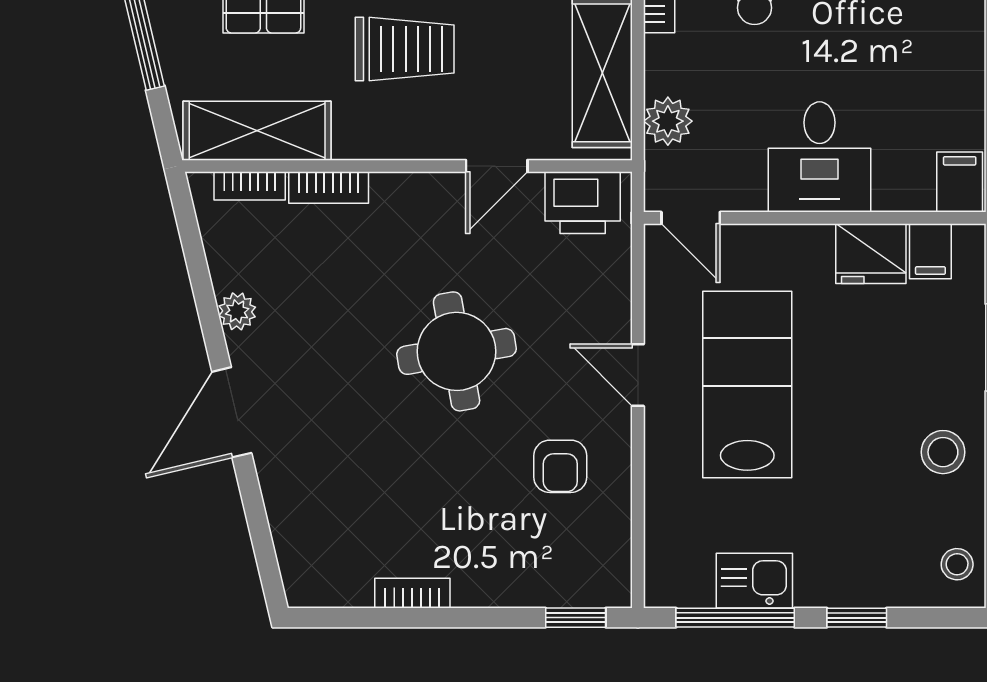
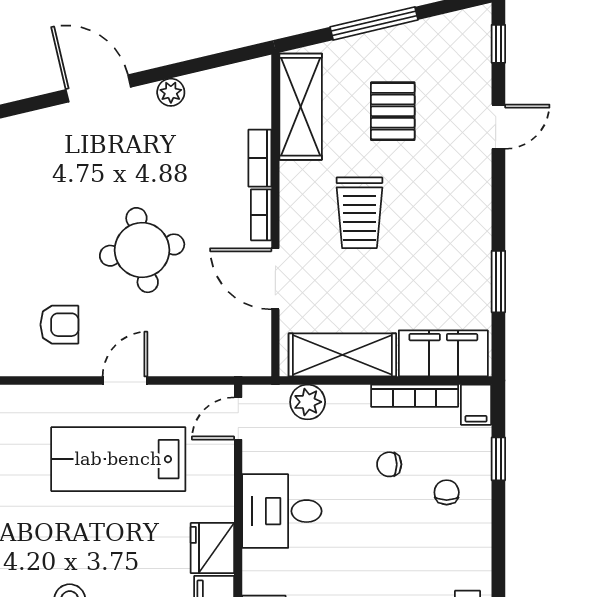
door: (497, 166) -> (275, 279), width x1.38
bookcase: (250, 186) -> (261, 215), moved
printer: (583, 203) -> (249, 341), removed
lab bench: (747, 384) -> (118, 459), turned 180
armchair: (560, 466) -> (59, 325), turned 180

